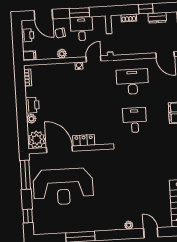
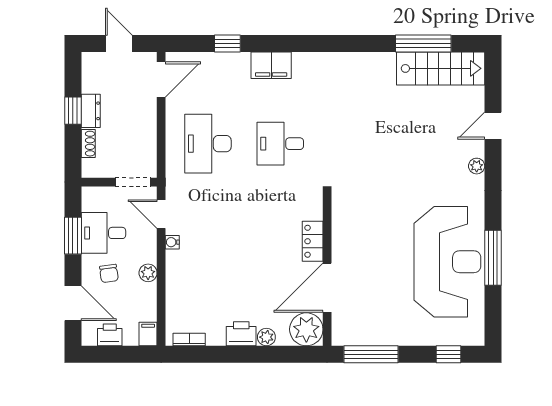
door: (43, 15) -> (73, 303), hinge flipped
dresser: (157, 18) -> (91, 111), moved
reception desk: (63, 187) -> (447, 262), moved

